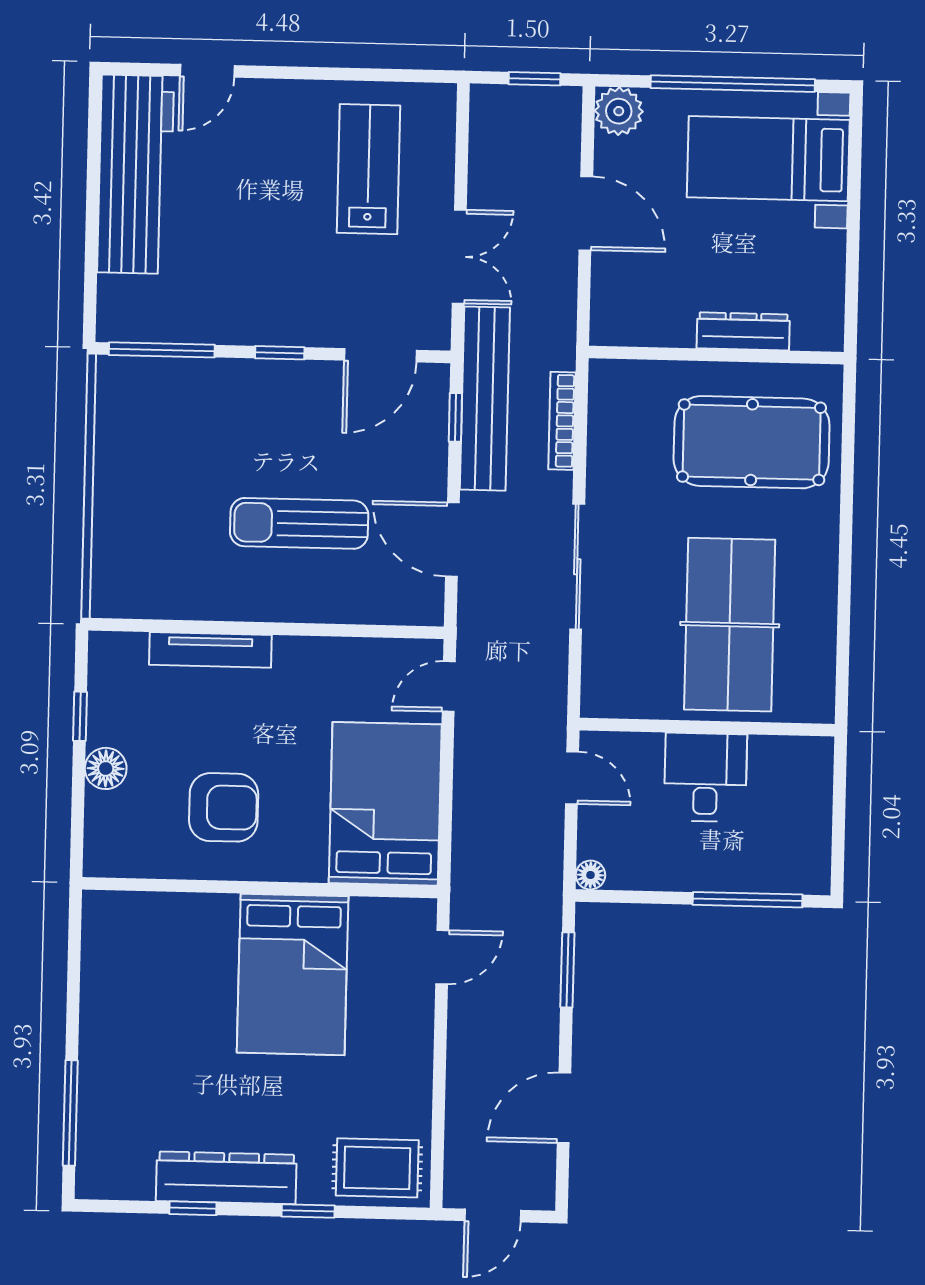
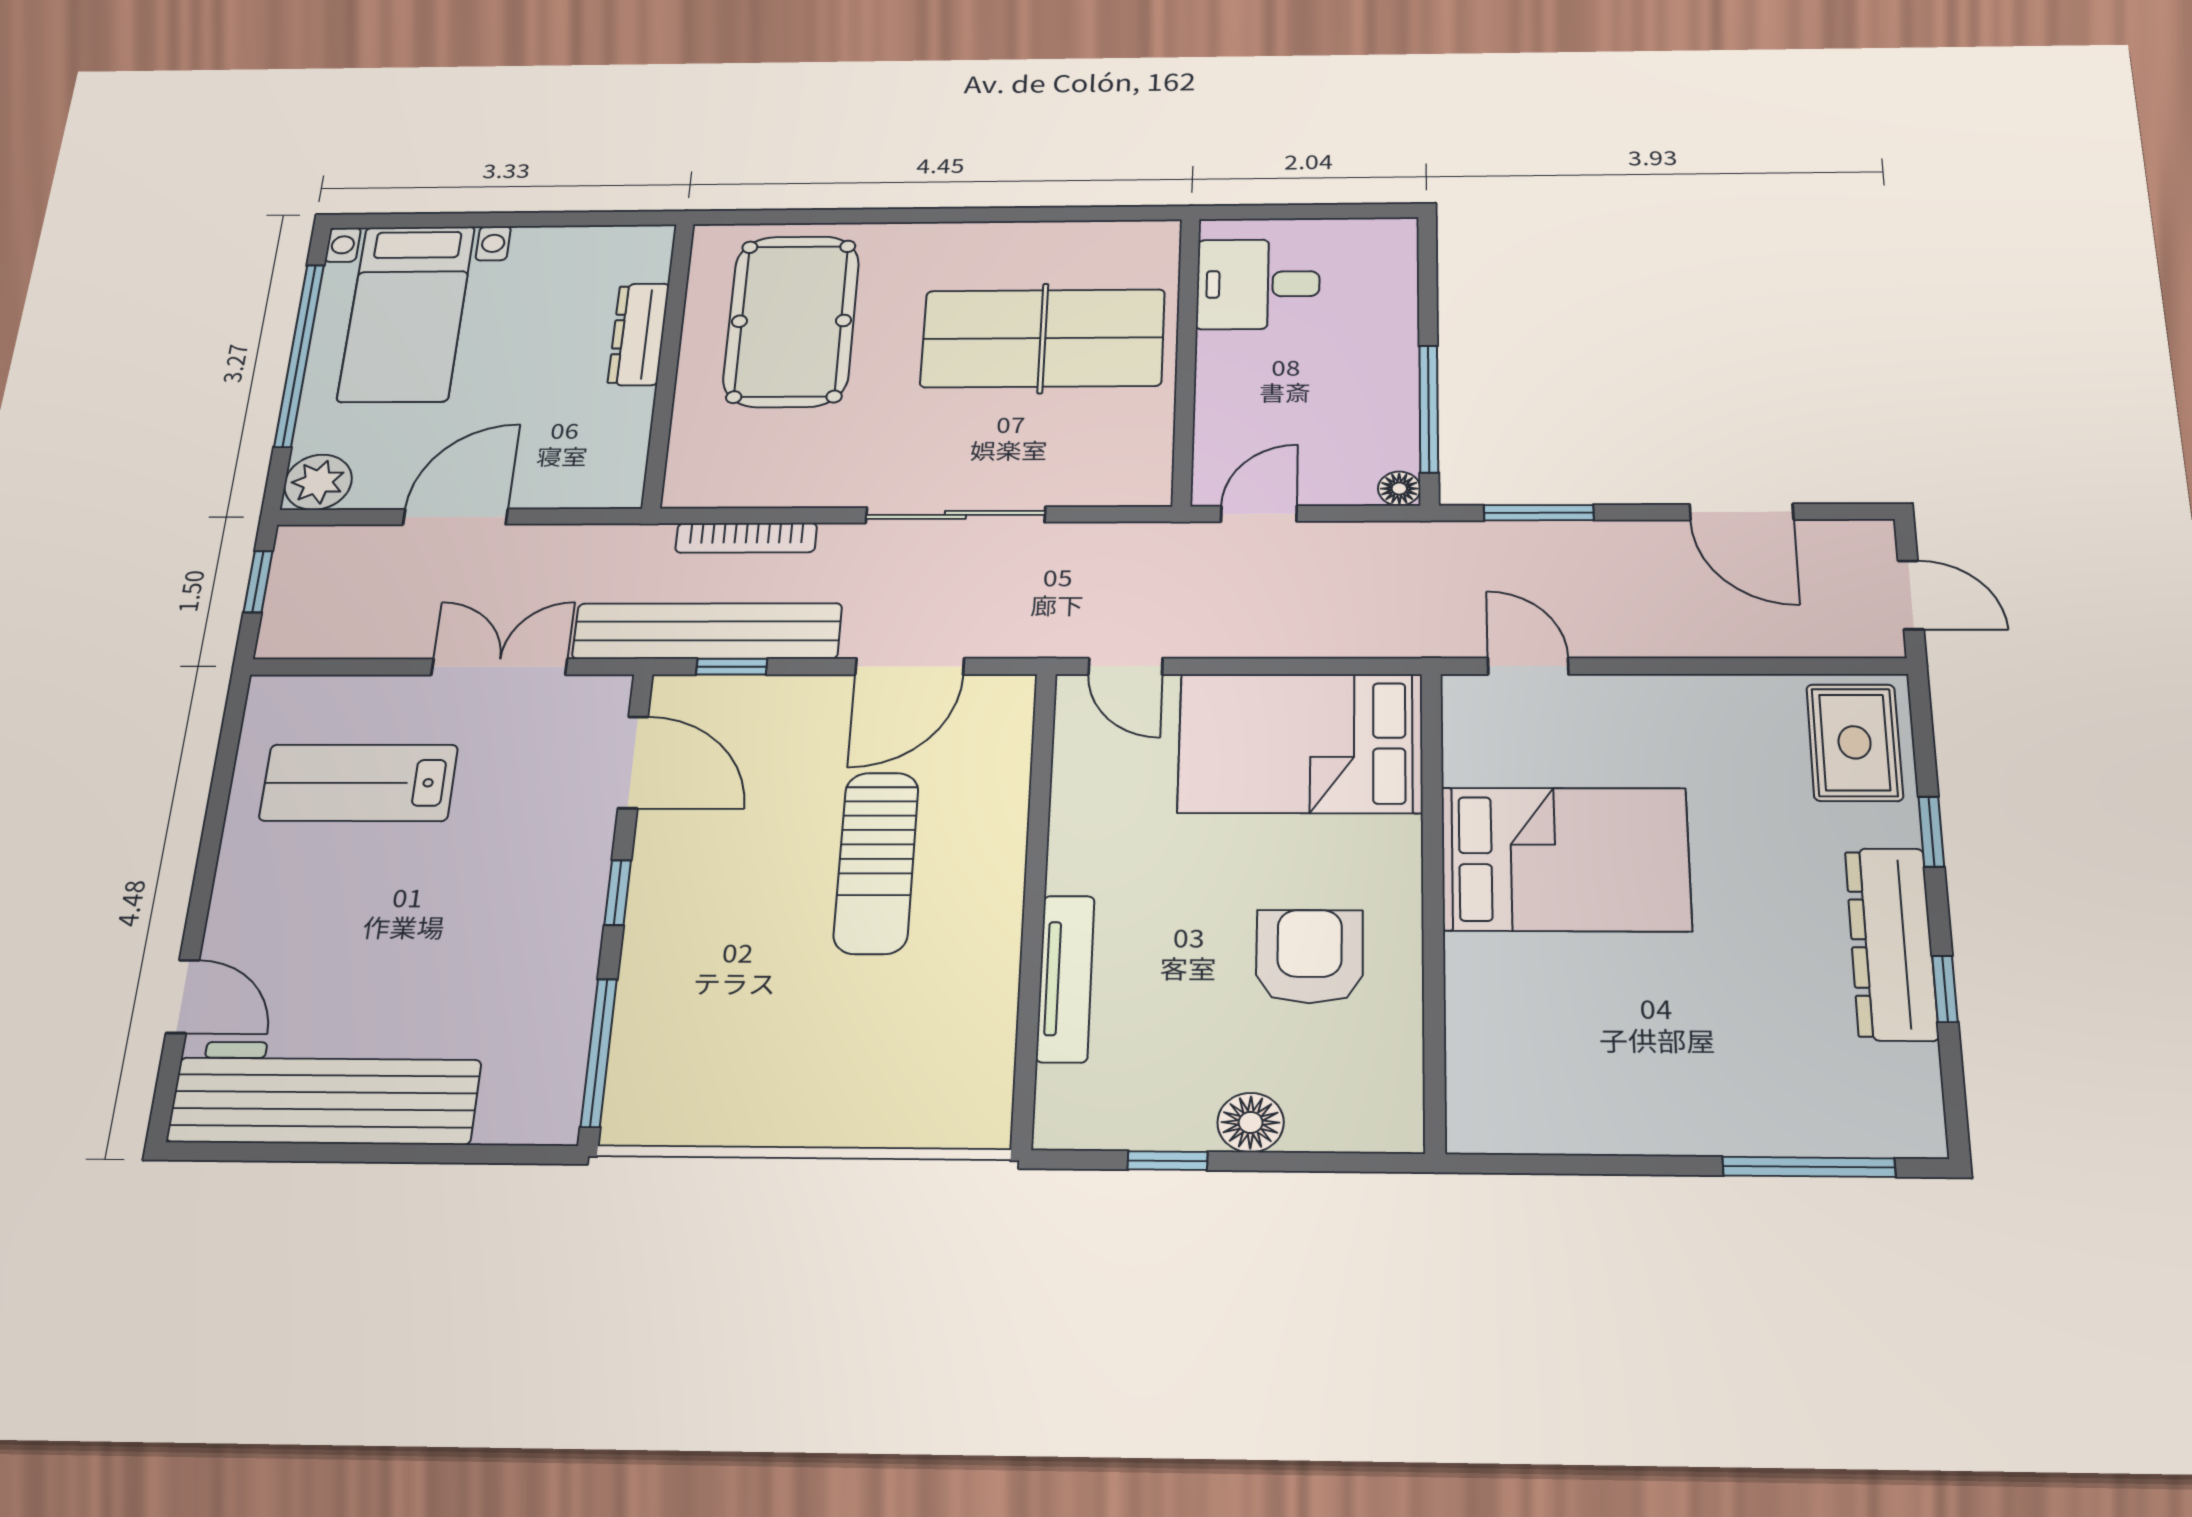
desk: (705, 777) -> (1258, 284), moved
window: (748, 900) -> (1429, 409), moved

